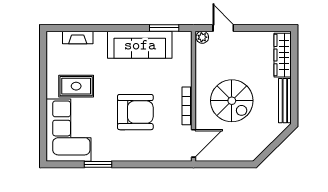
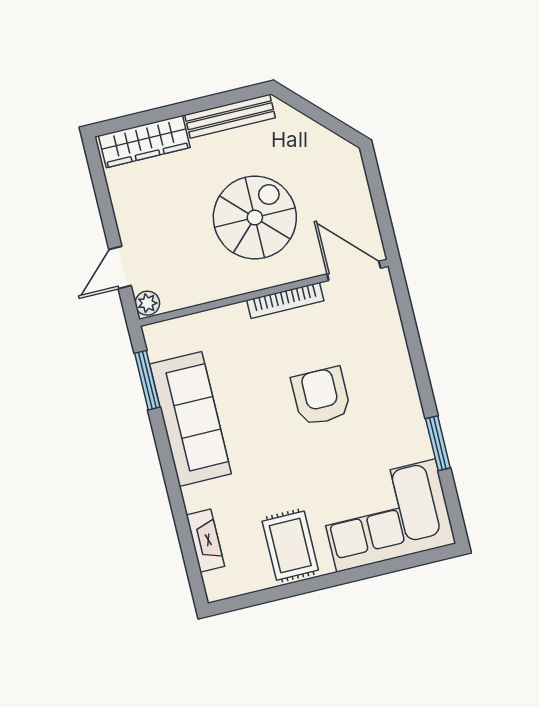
rug: (76, 86) -> (290, 546), moved
armchair: (135, 112) -> (321, 396), width x0.73, depth x0.73

